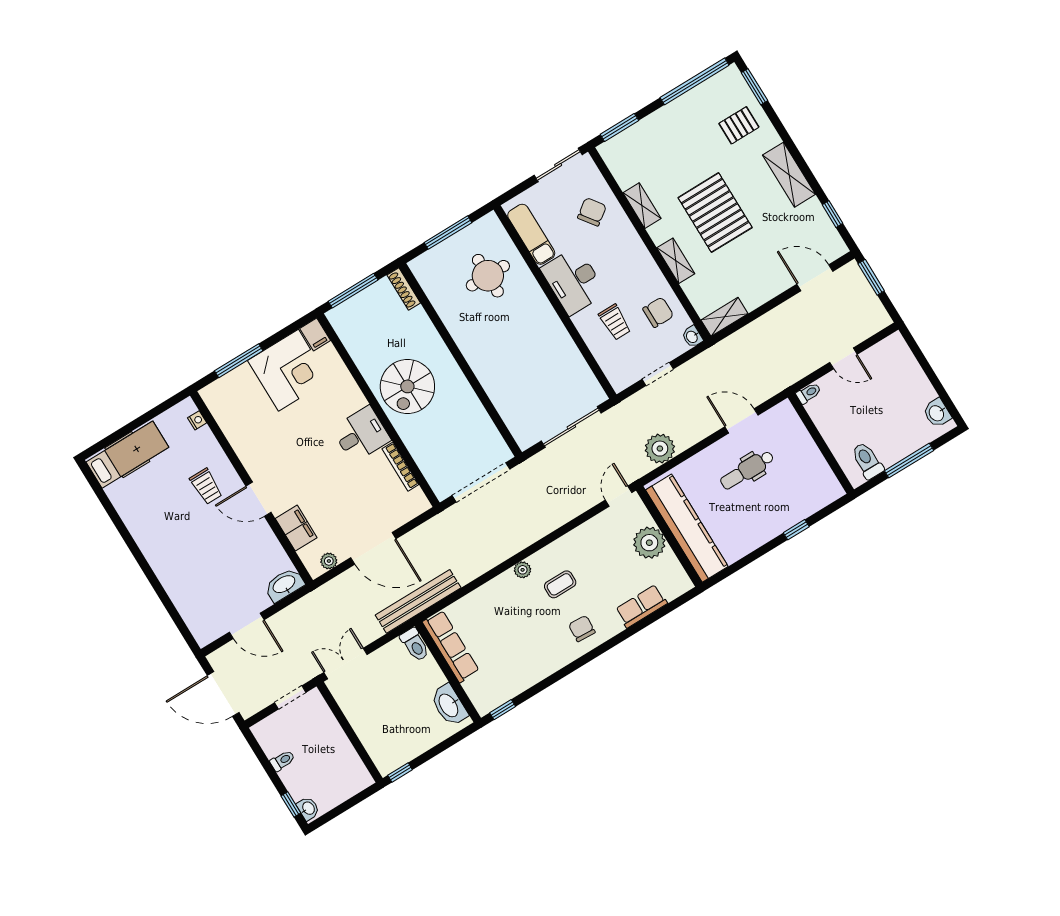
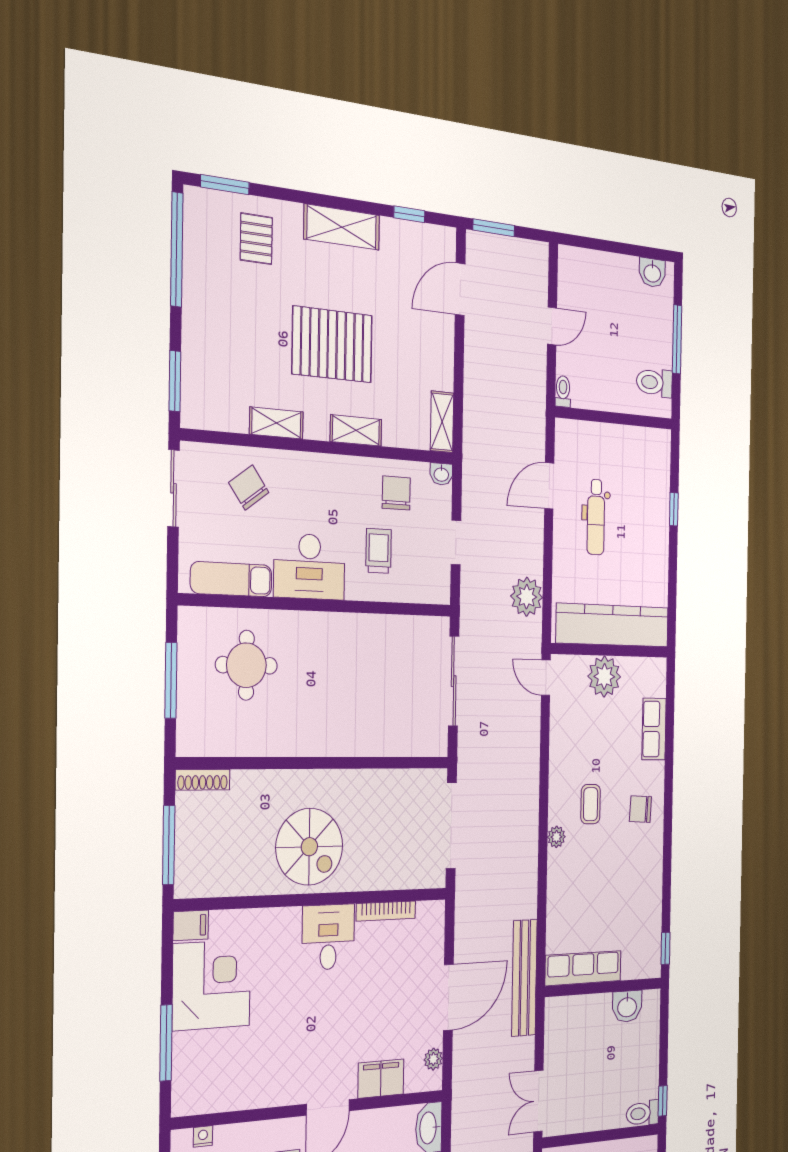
trolley: (615, 322) -> (379, 551), turned -90
toilet: (415, 645) -> (642, 1113), moved, turned 180
washbasin: (449, 705) -> (627, 1006), width x0.72

